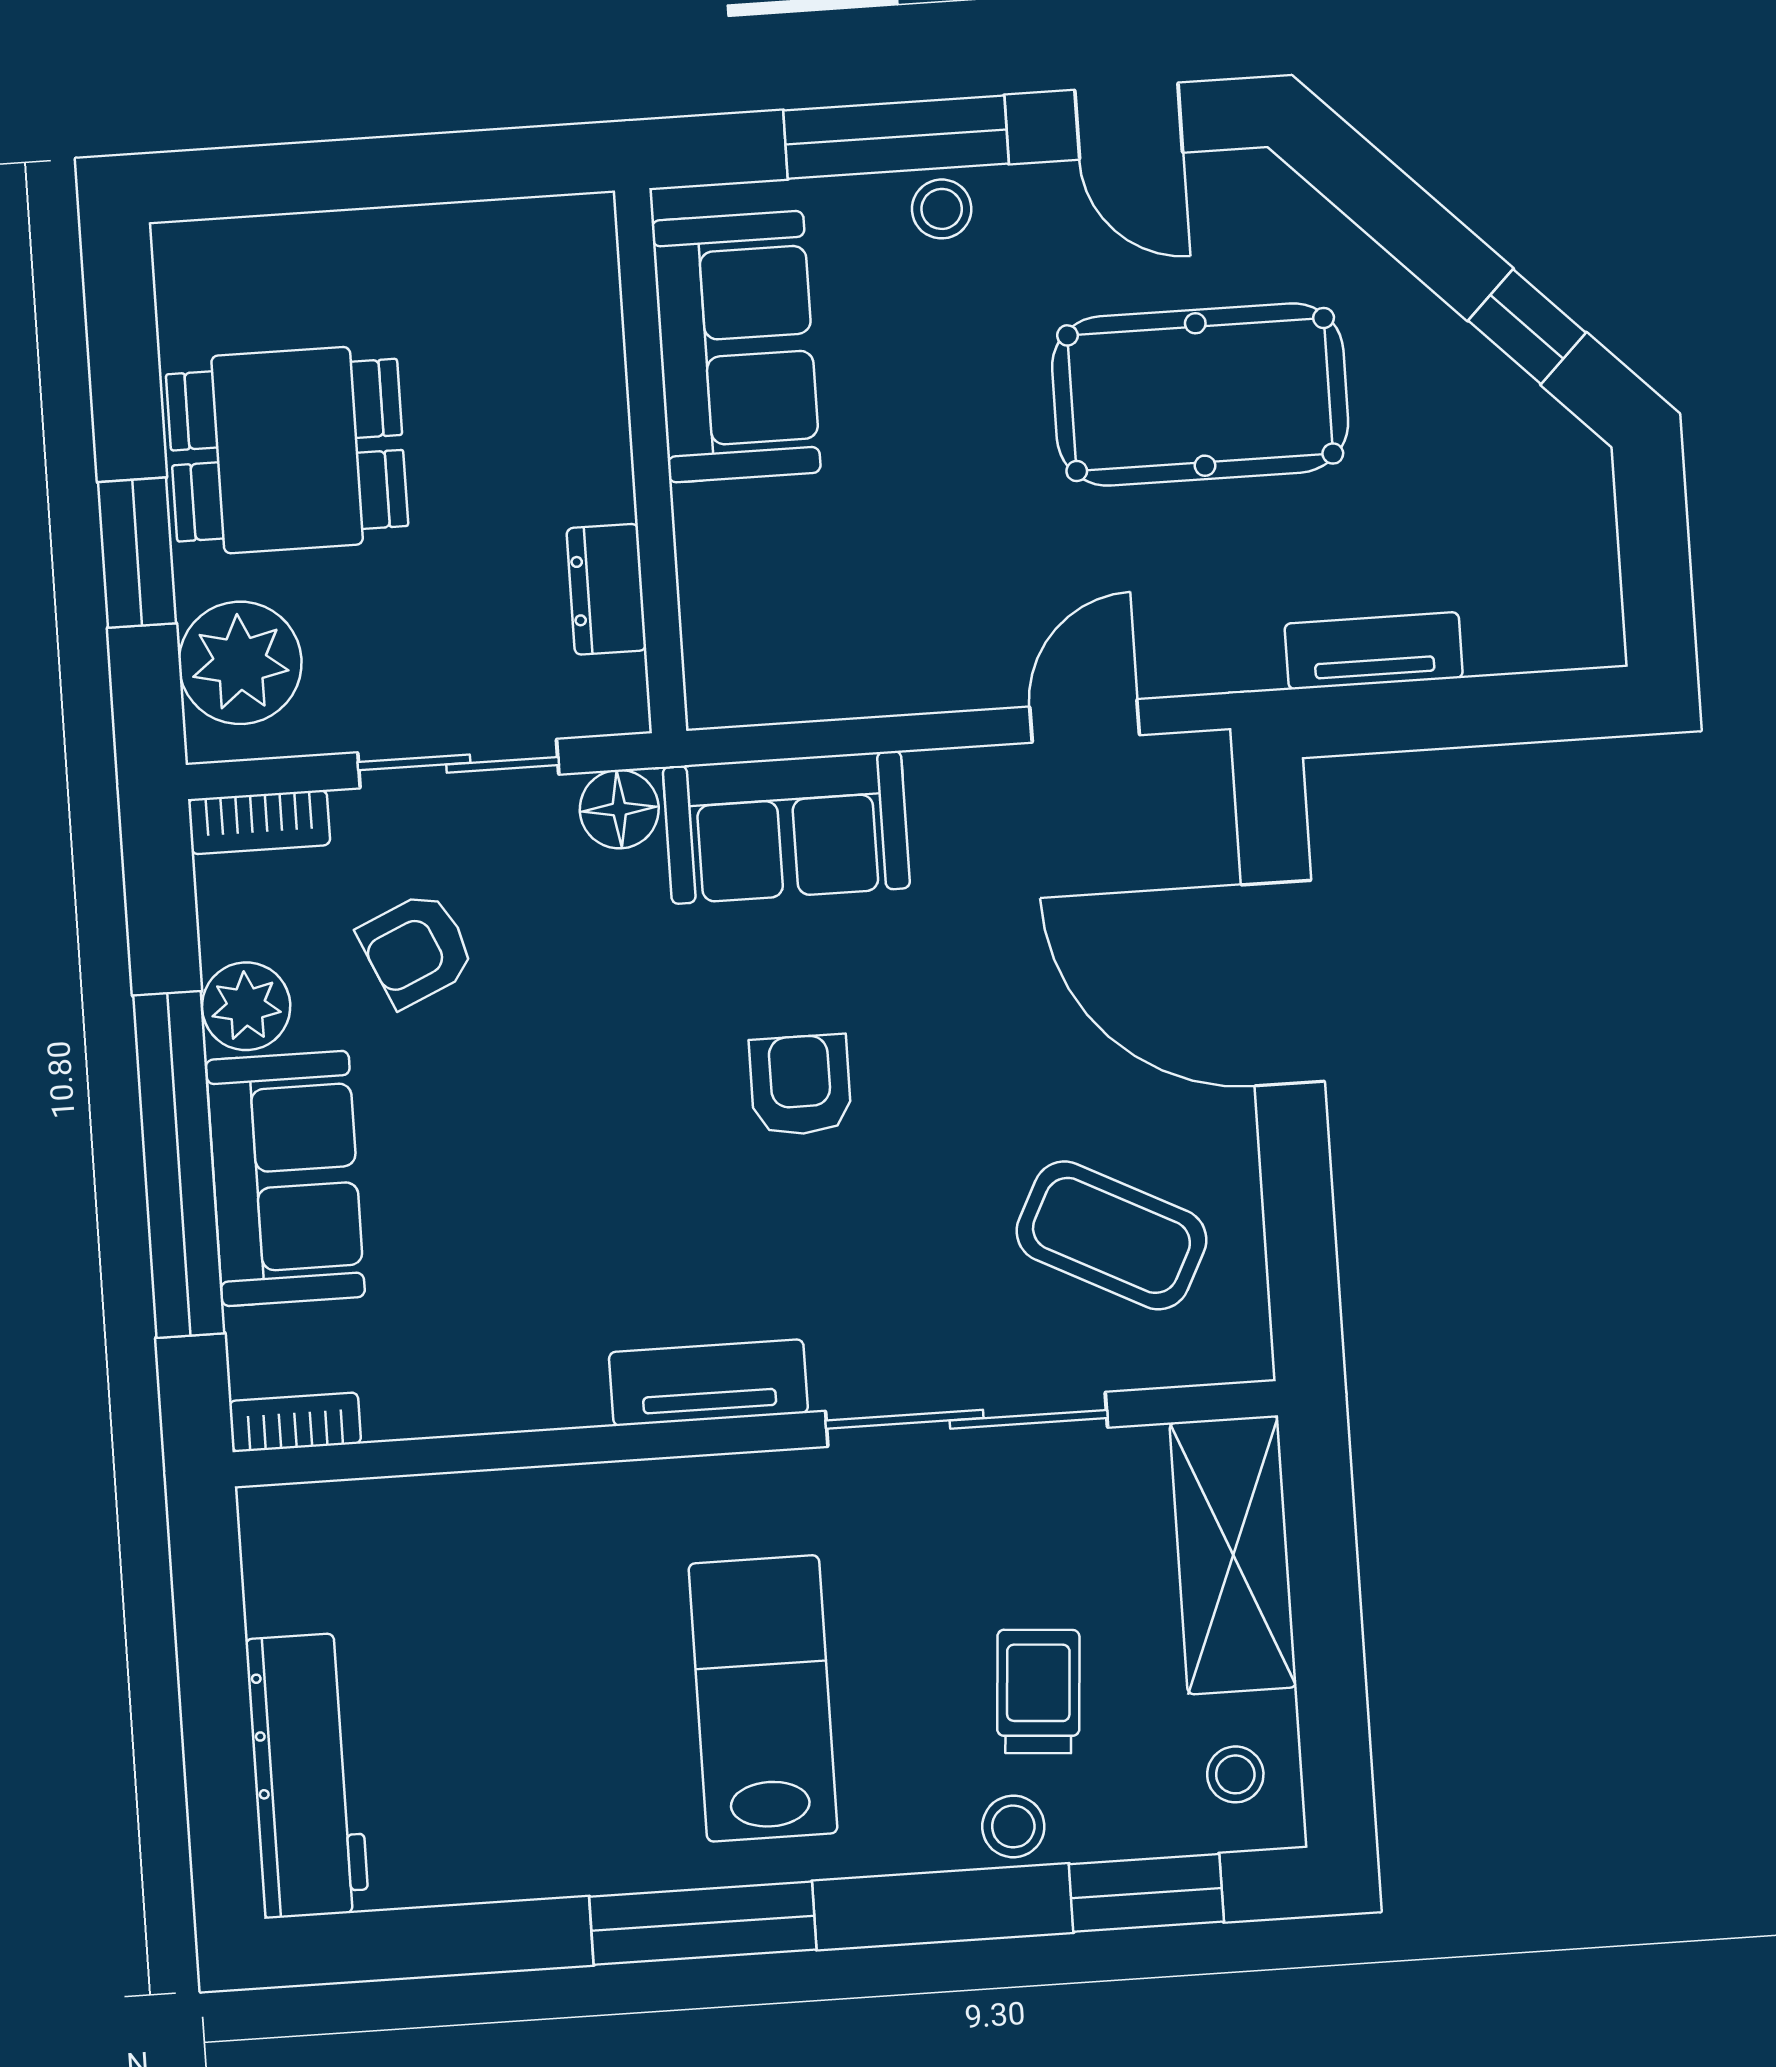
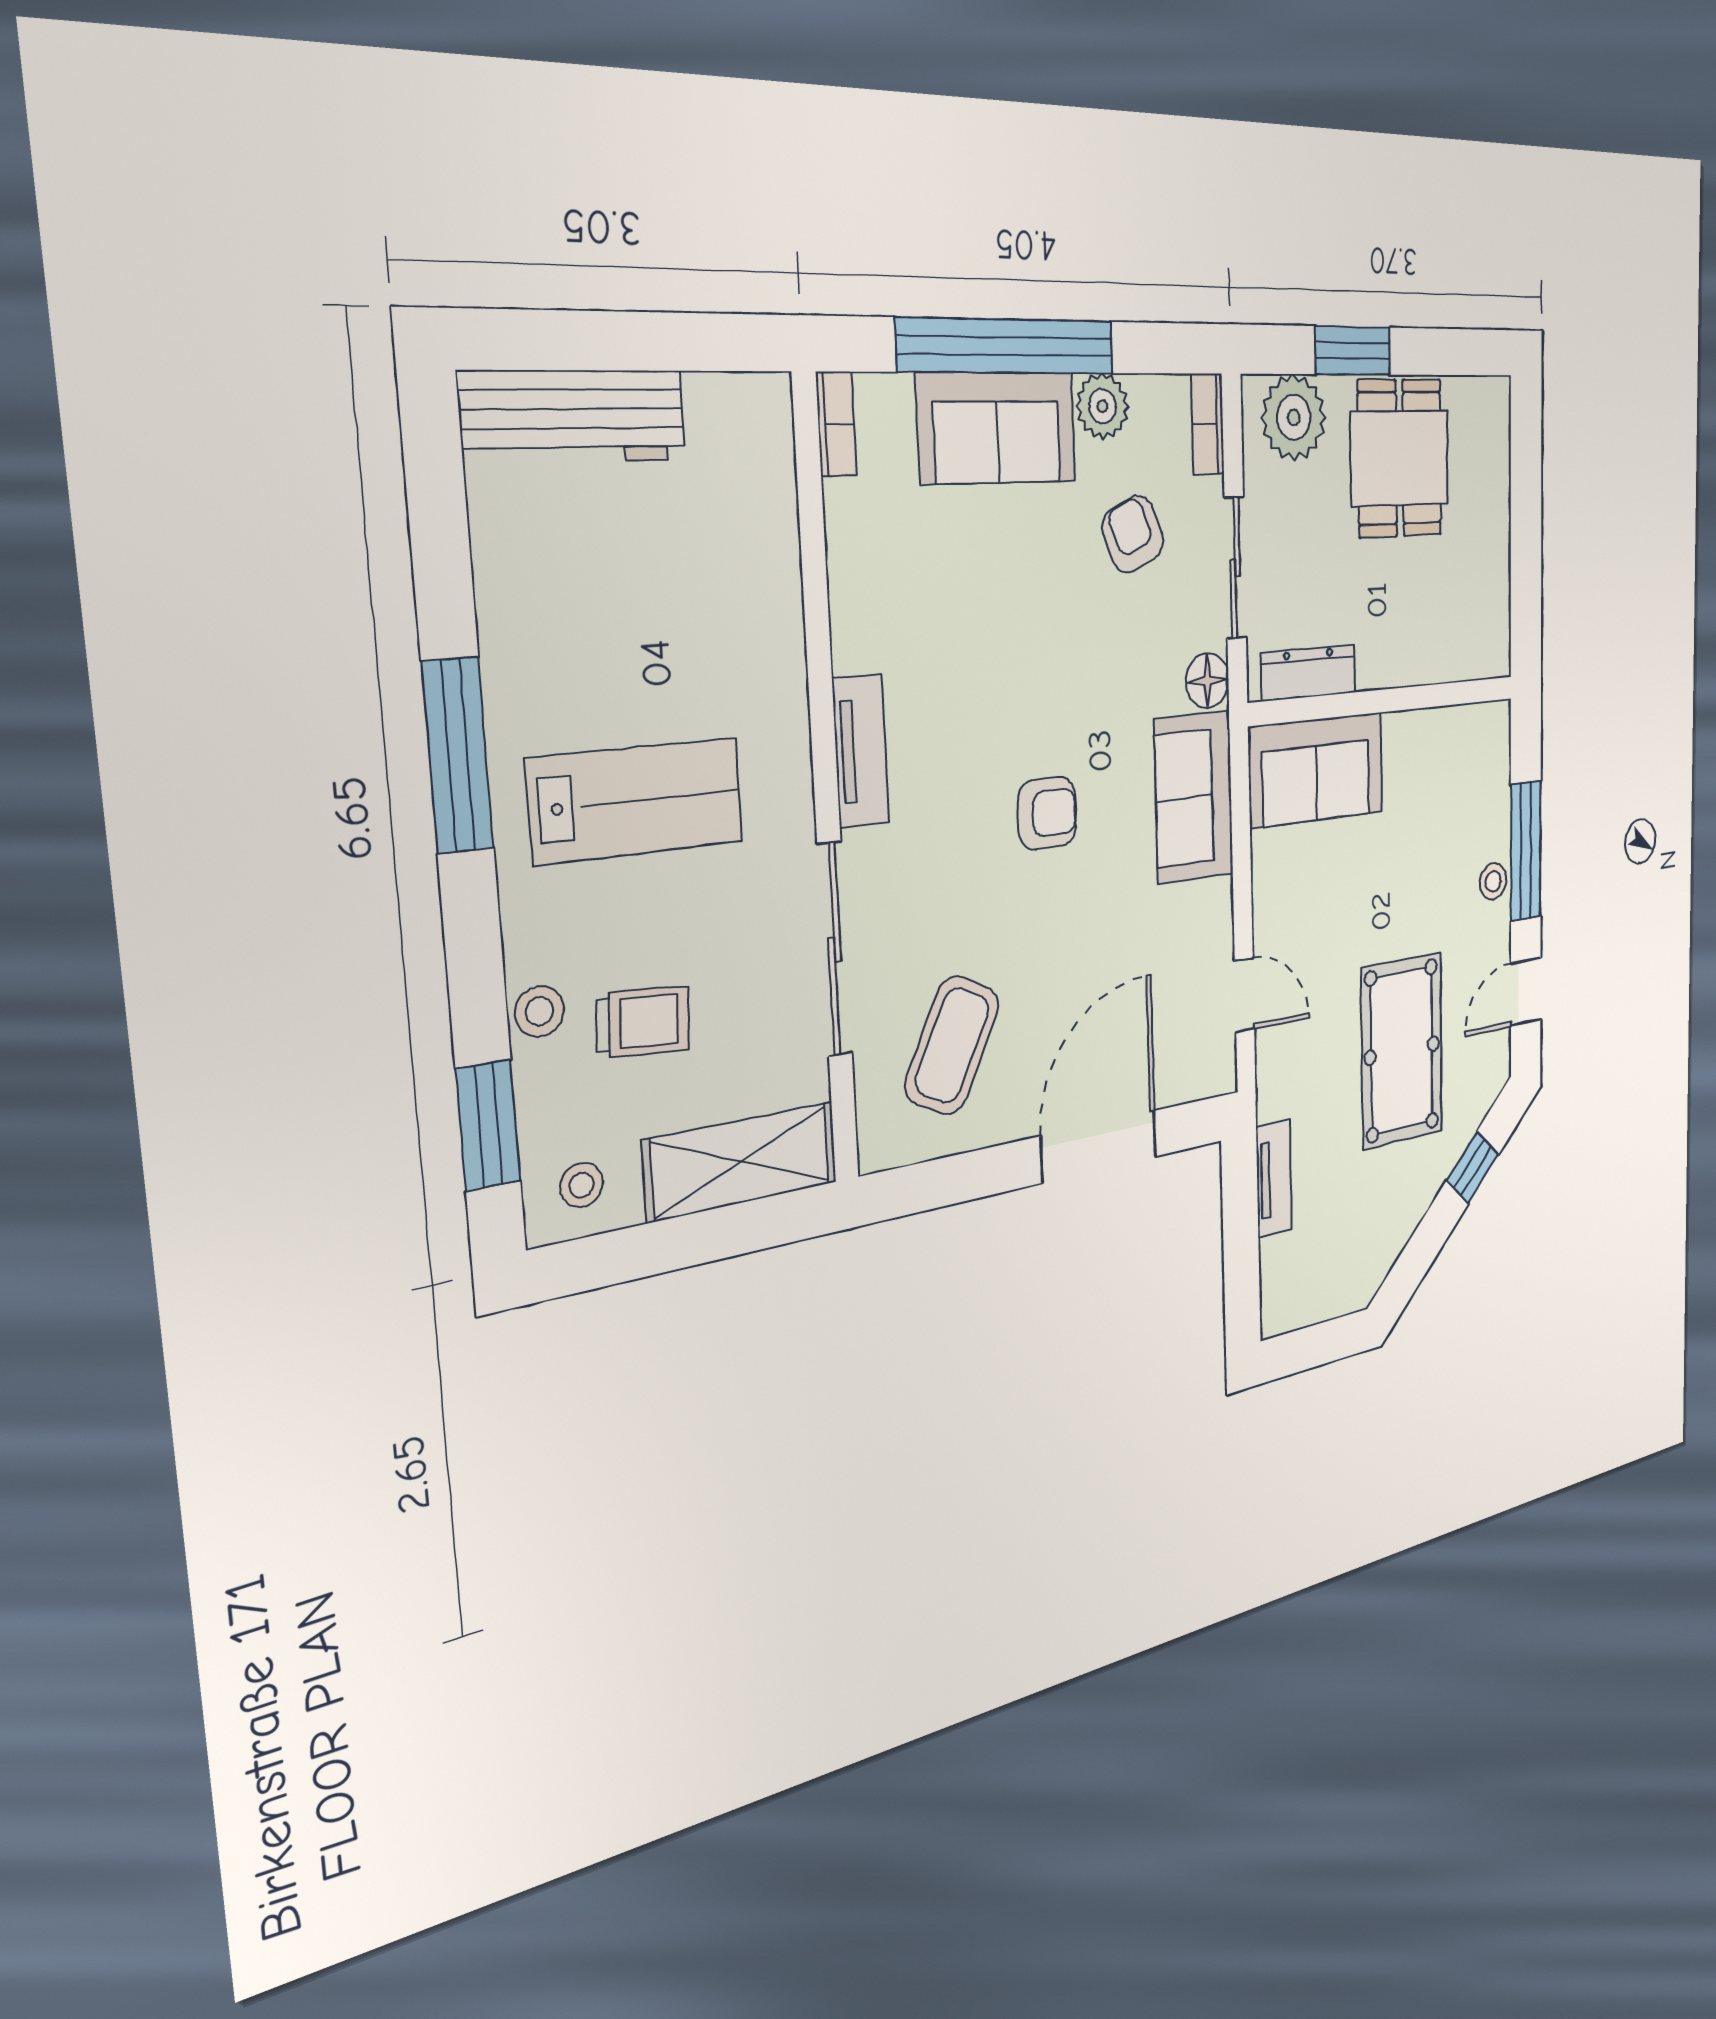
window: (1527, 327) -> (1473, 1167), moved
sofa: (736, 347) -> (1316, 770), moved
dresser: (606, 589) -> (1309, 673), width x1.44

